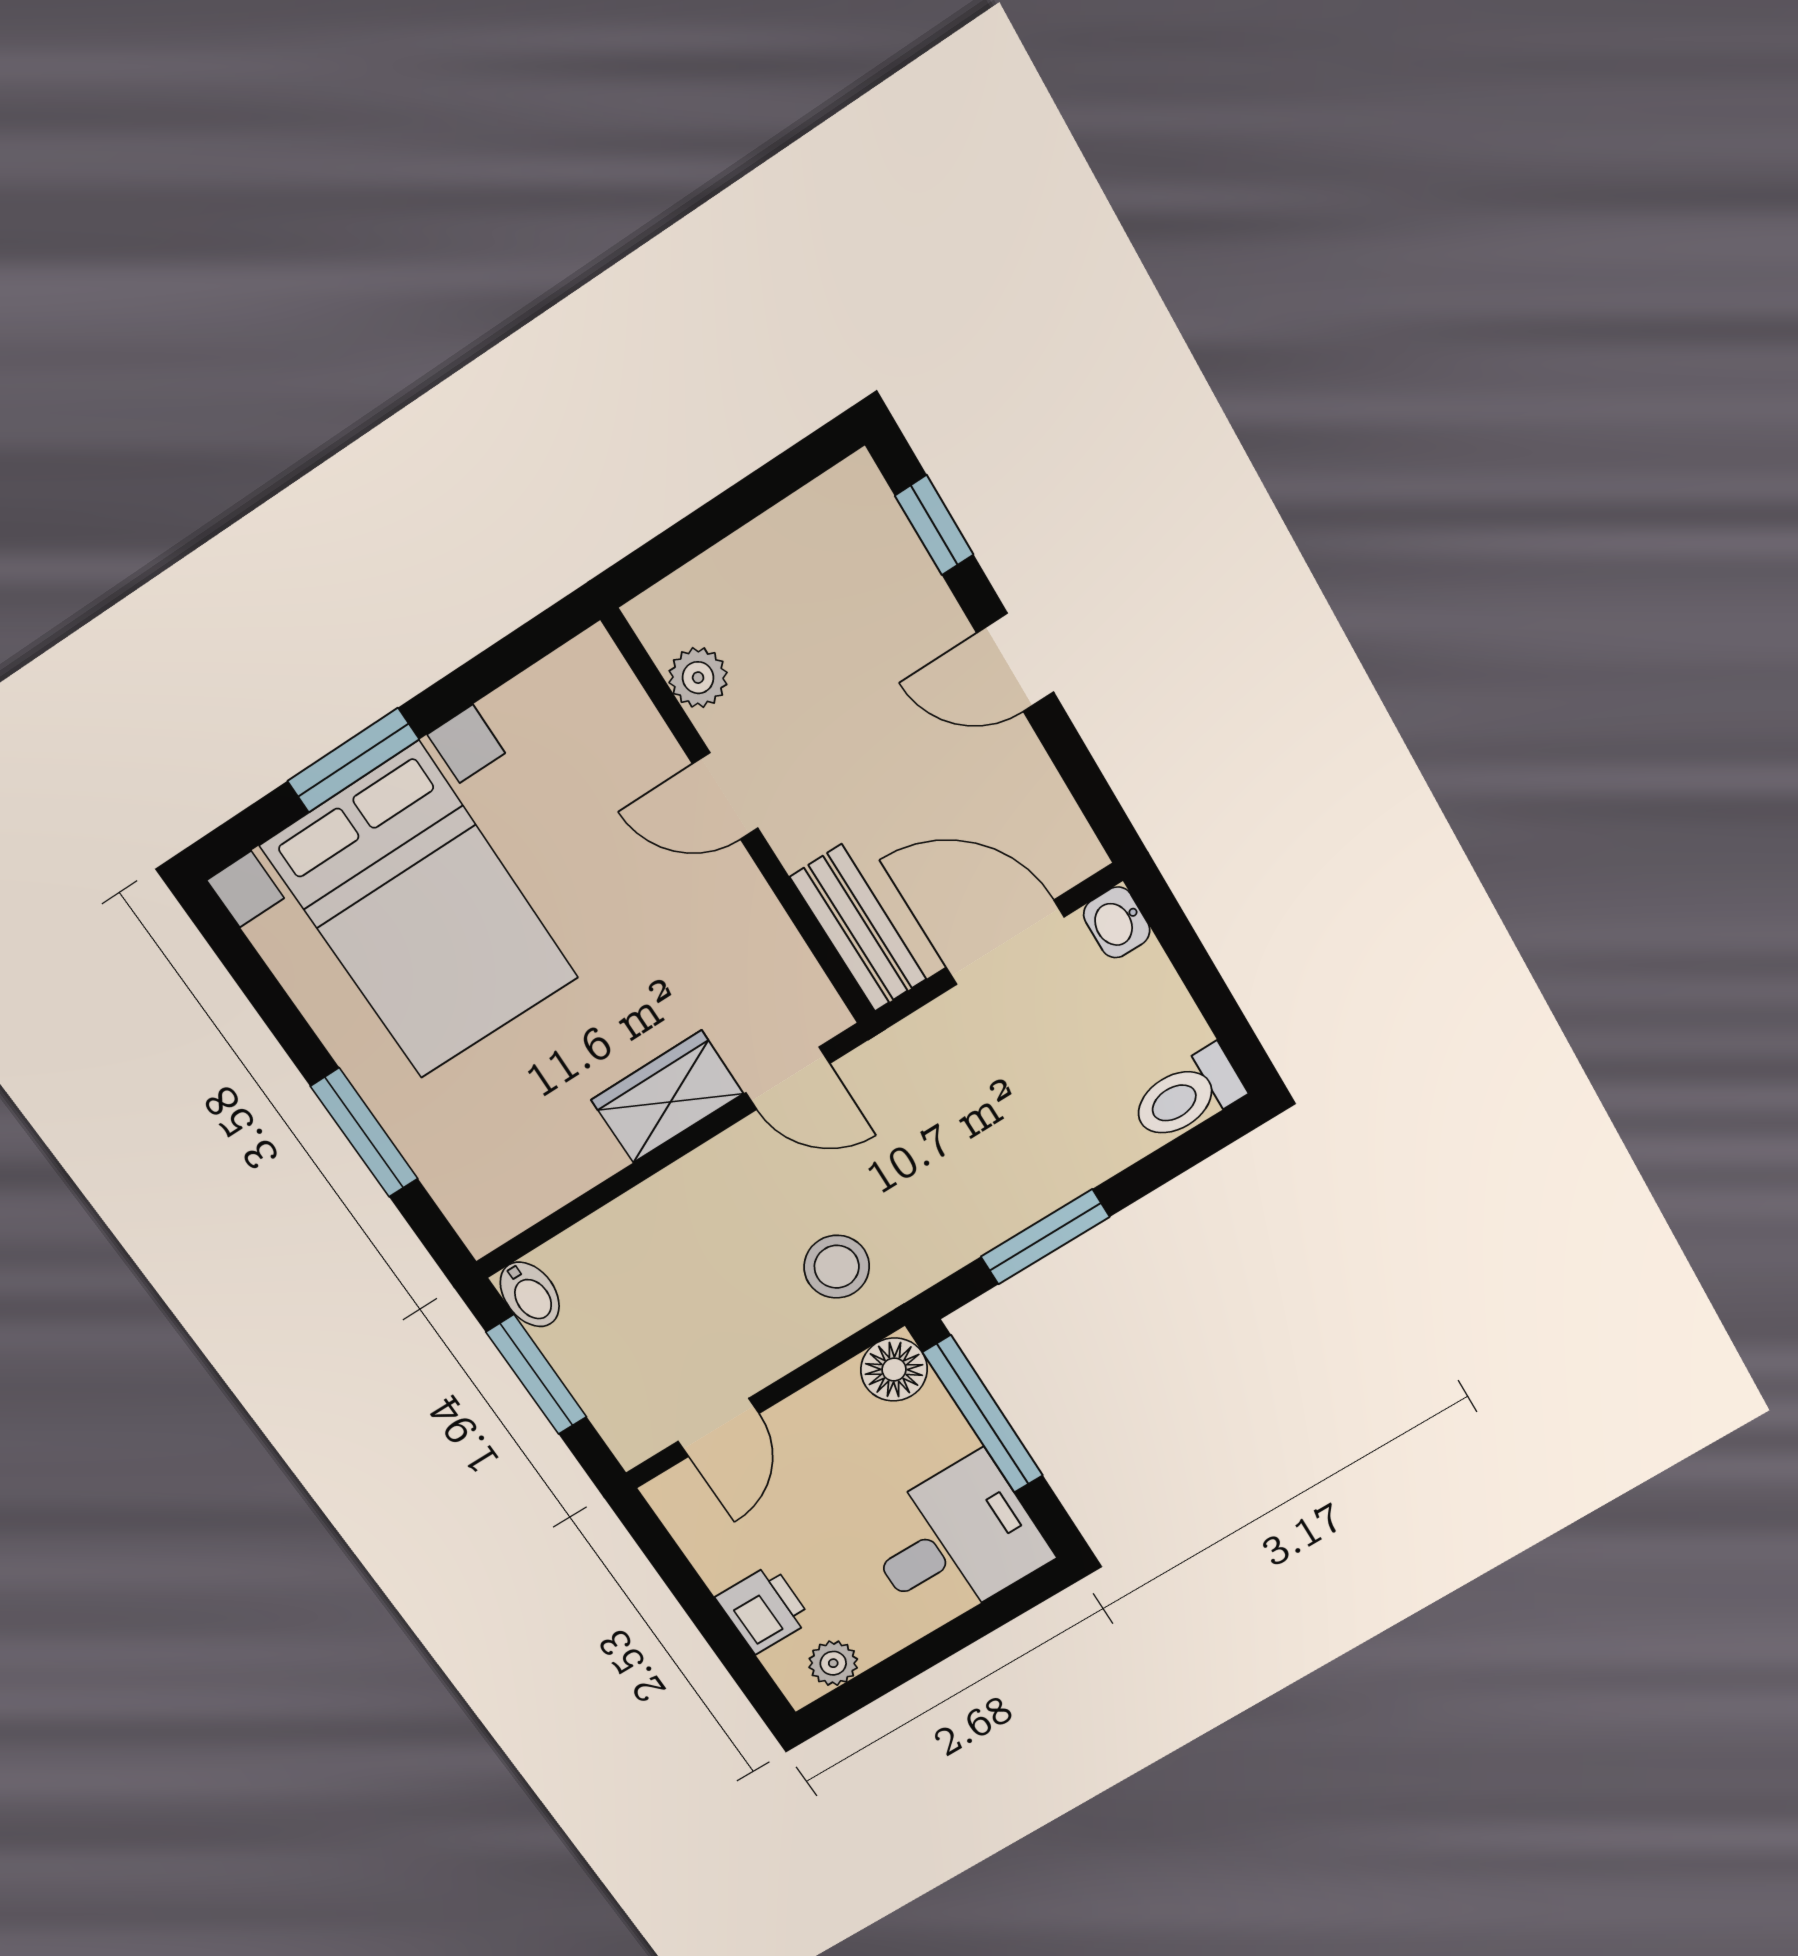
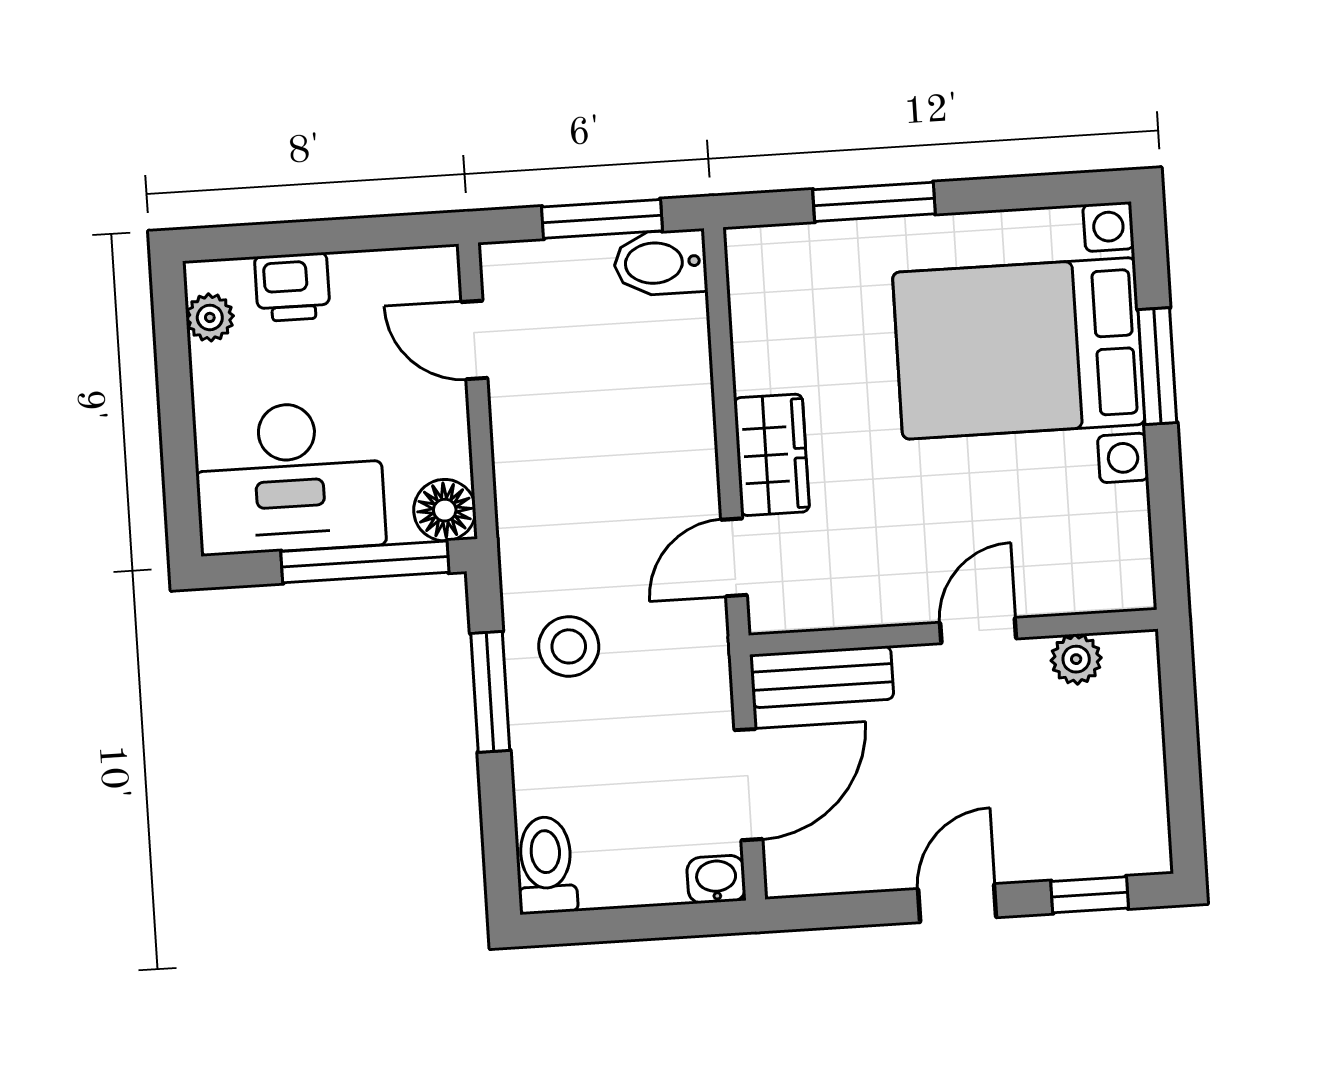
stool: (837, 1267) -> (569, 646), moved
bidet: (530, 1294) -> (660, 263), width x1.38, depth x1.36
desk: (955, 1541) -> (289, 478), width x1.37

